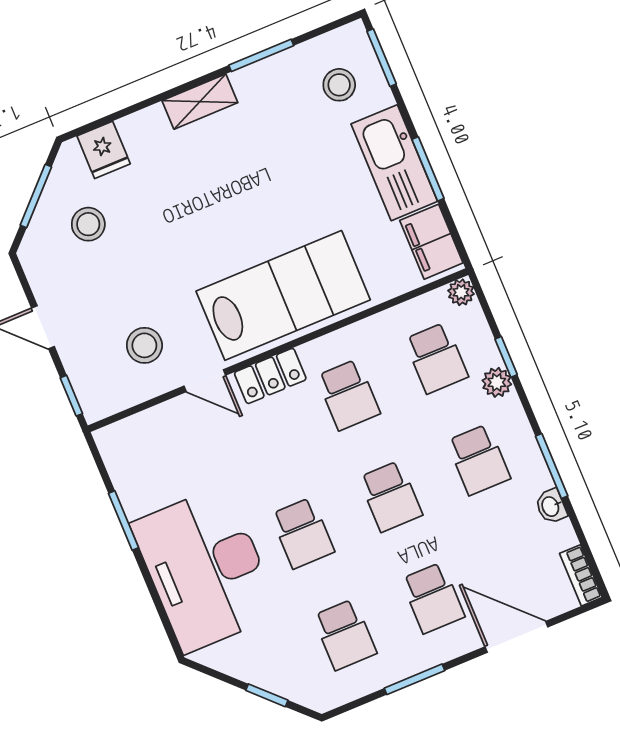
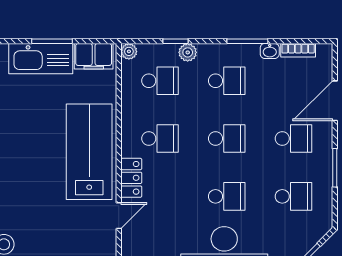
stool: (144, 345) -> (85, 241), removed
bookcase: (581, 575) -> (298, 50), moved

